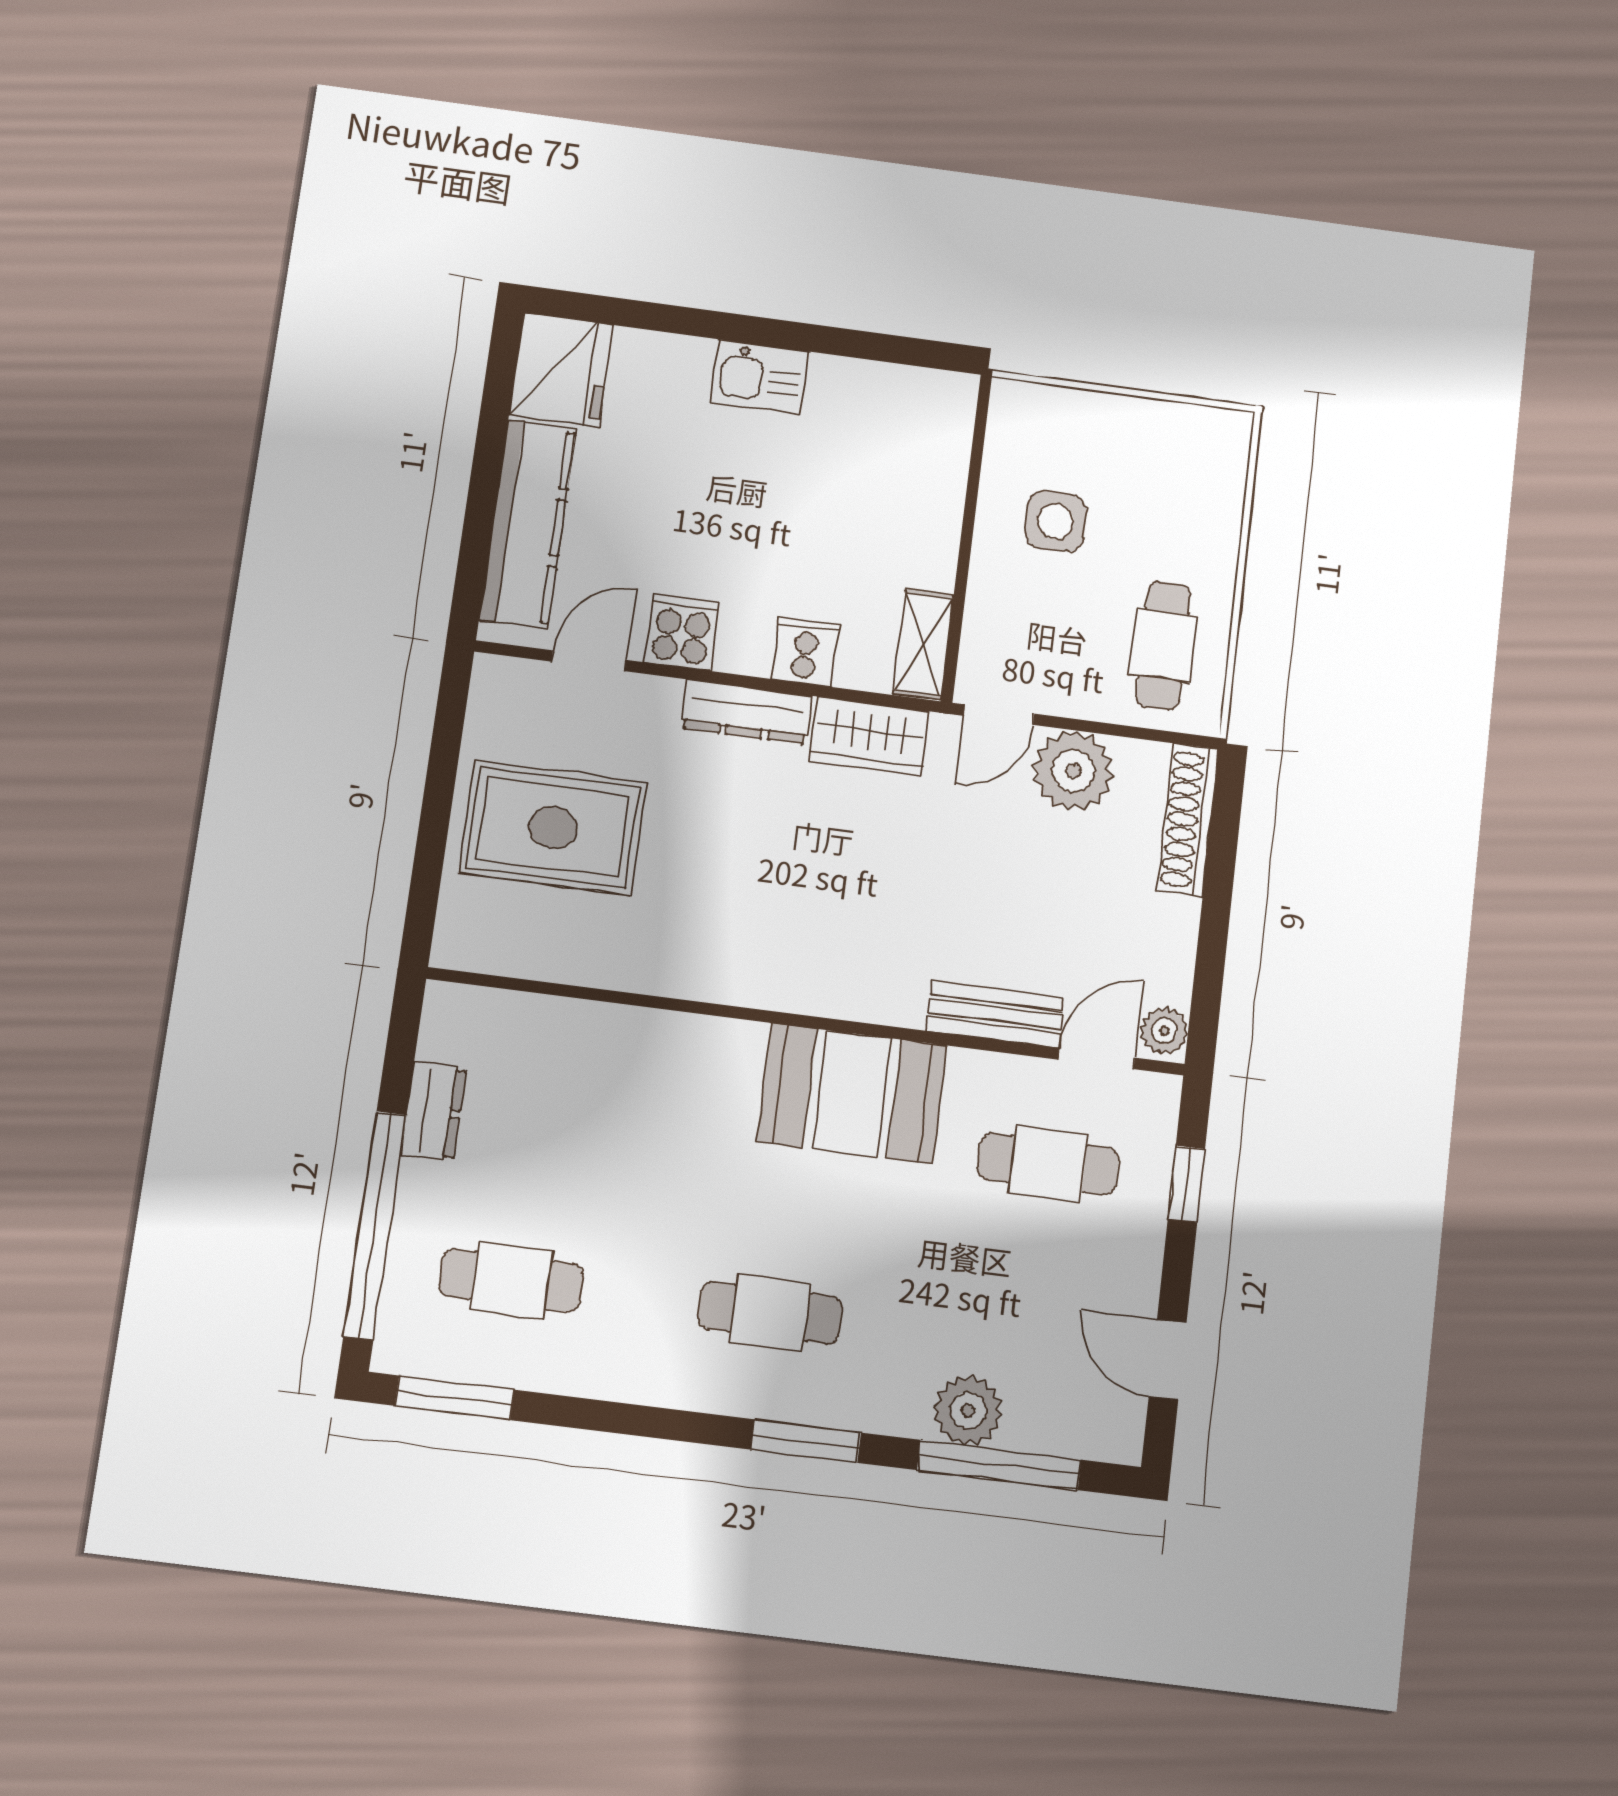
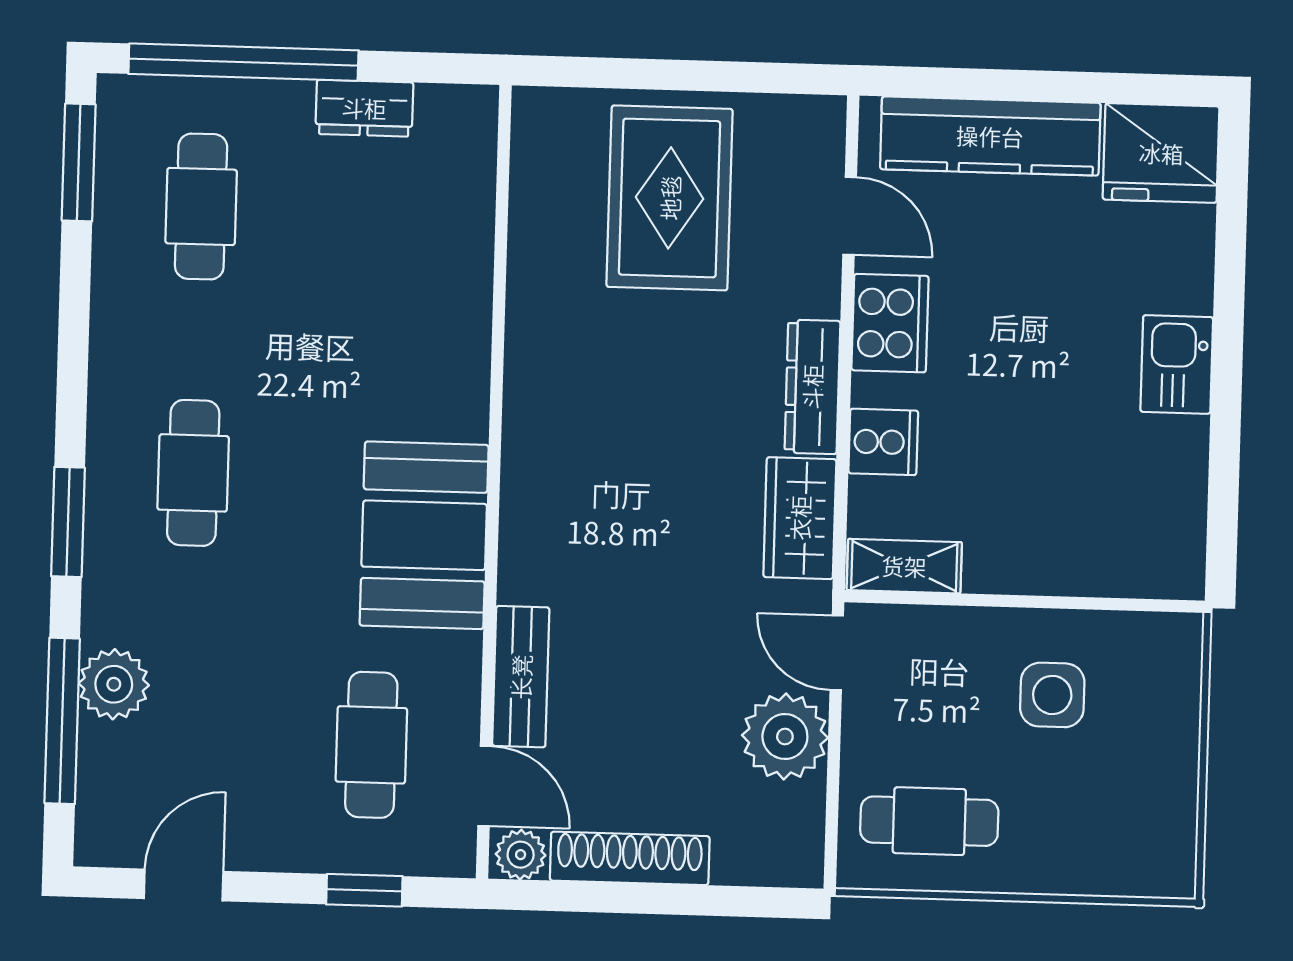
cooker: (682, 632) -> (890, 323), width x1.36
shoe rack: (1188, 820) -> (630, 858), moved

